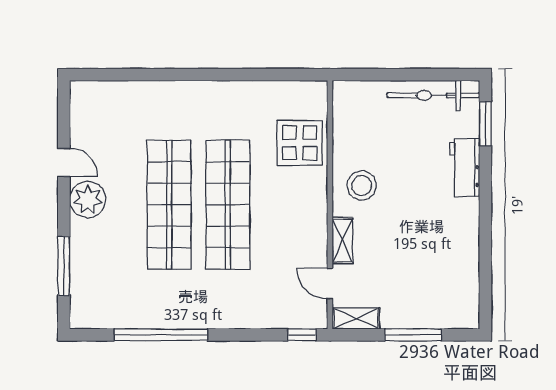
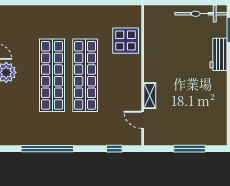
stool: (362, 186) -> (161, 65), removed
shelving: (356, 318) -> (157, 139), removed
window: (302, 335) -> (114, 149), moved

